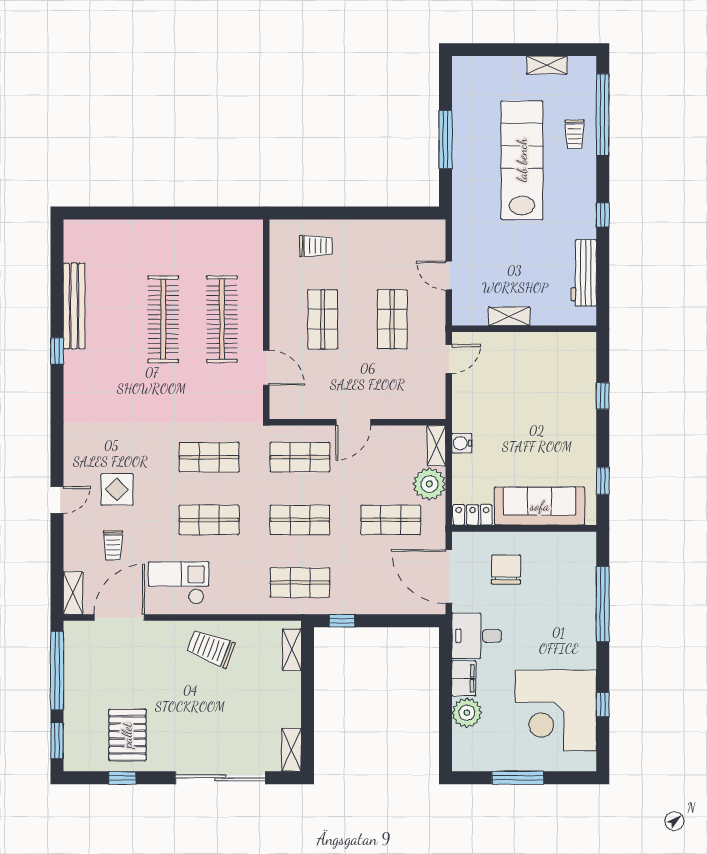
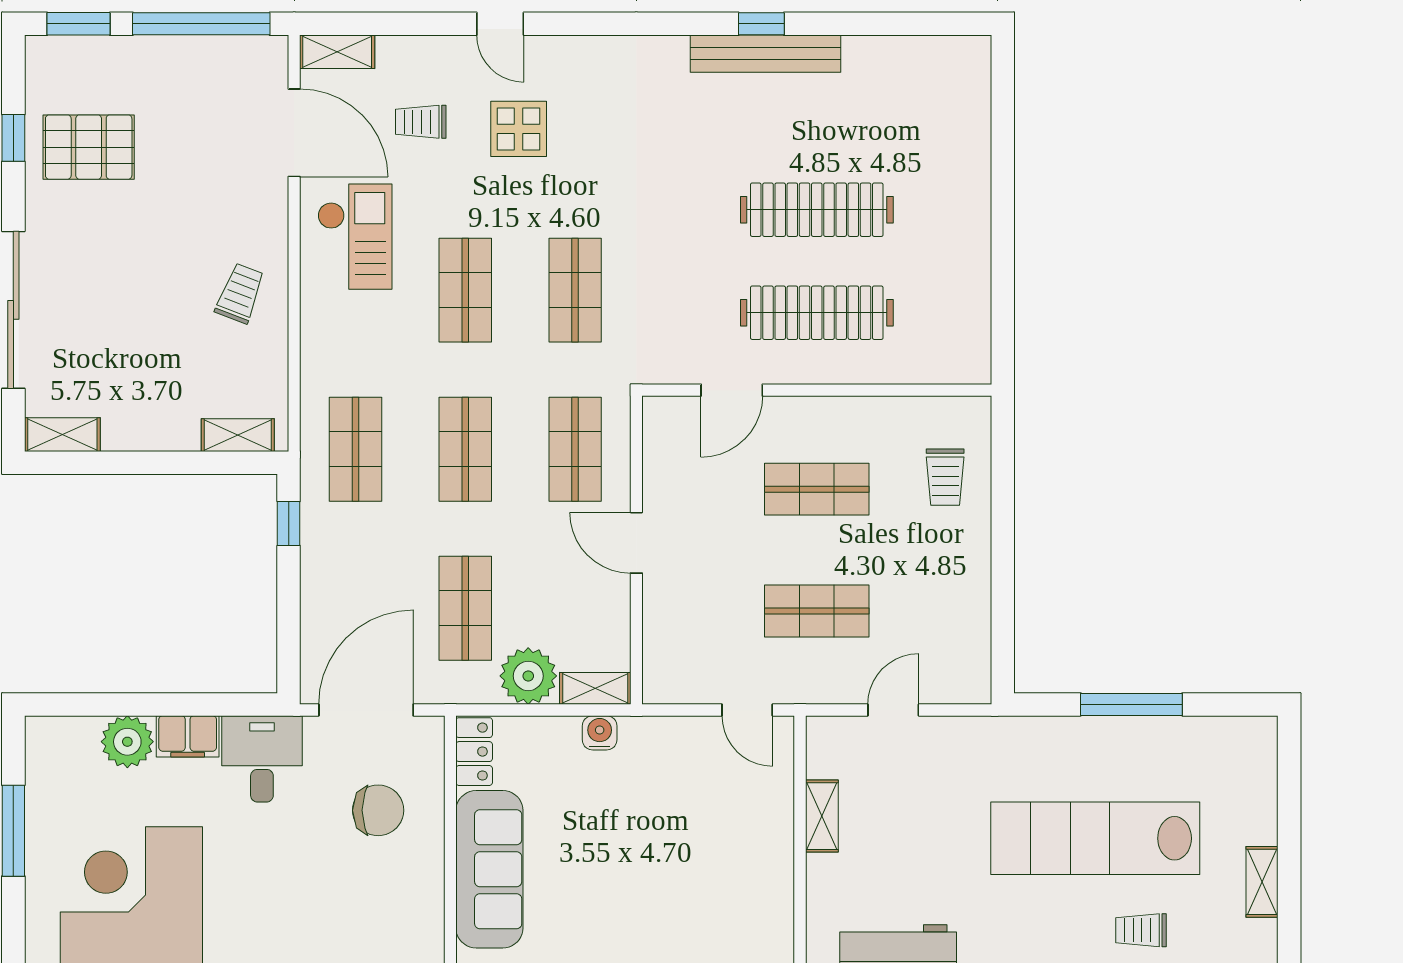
lab bench: (522, 160) -> (1095, 838), turned 180
bench: (74, 306) -> (765, 54), moved
trolley: (211, 648) -> (240, 293), width x0.73, depth x0.72

